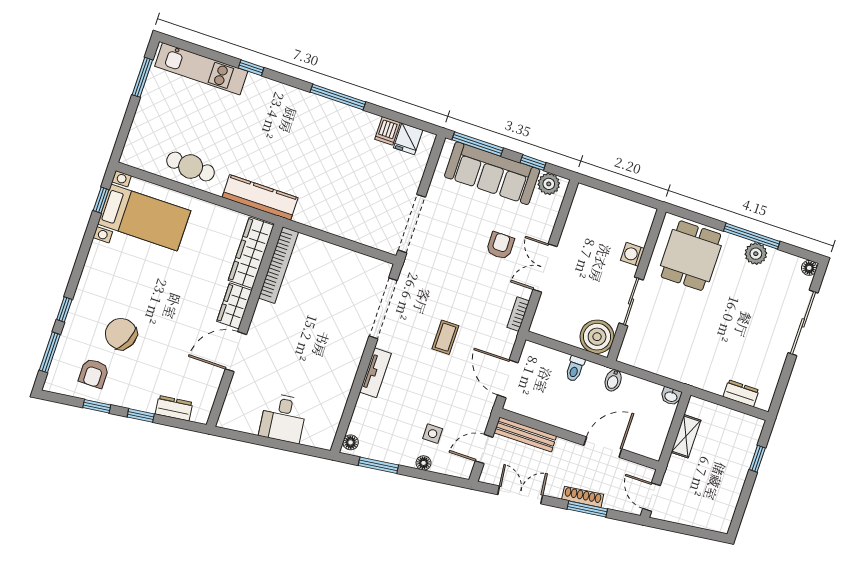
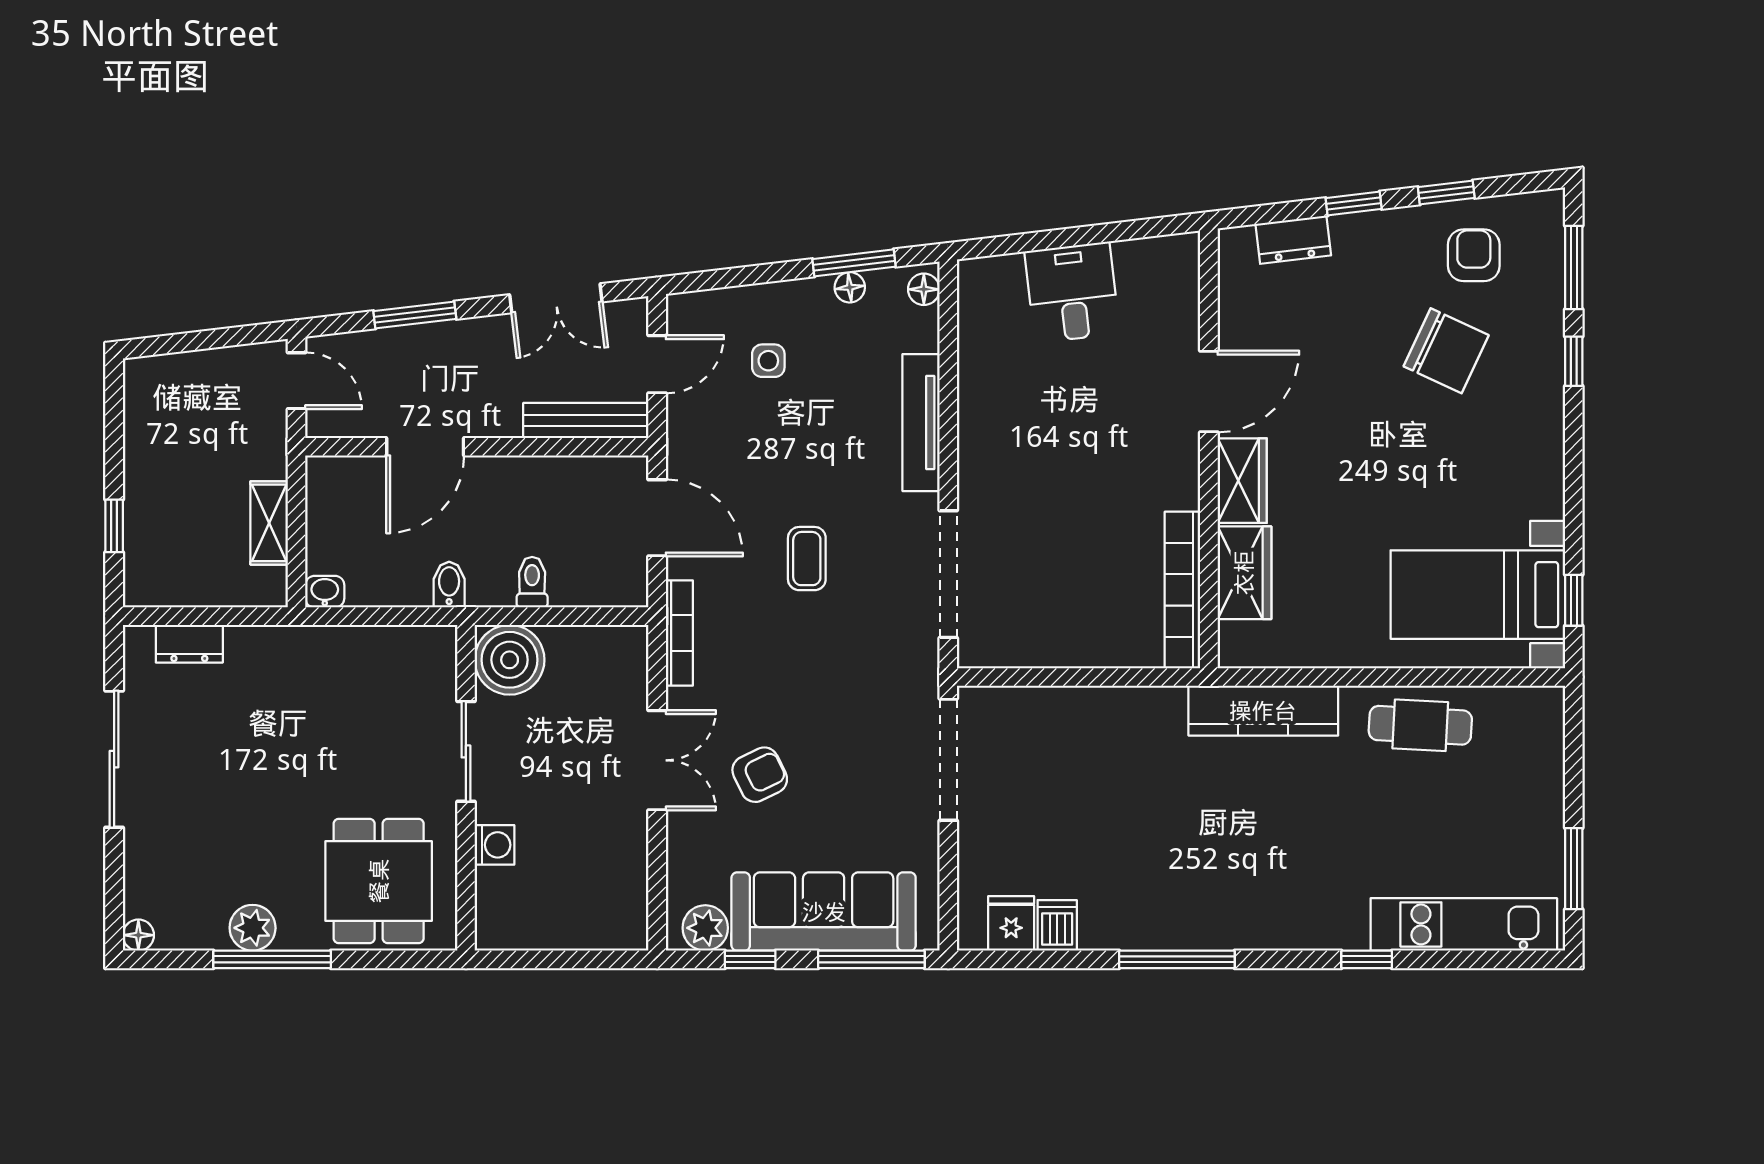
armchair: (500, 246) -> (760, 775), turned -116
wardrobe: (251, 253) -> (1244, 573), width x0.67
bookcase: (518, 314) -> (679, 633), width x1.56
sliding door: (803, 323) -> (114, 759), moved
tv unit: (375, 373) -> (921, 423), width x1.41
floor lamp: (424, 463) -> (850, 287), moved
shoe rack: (583, 497) -> (432, 336), removed

